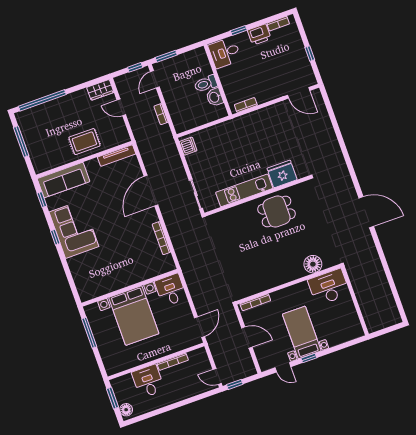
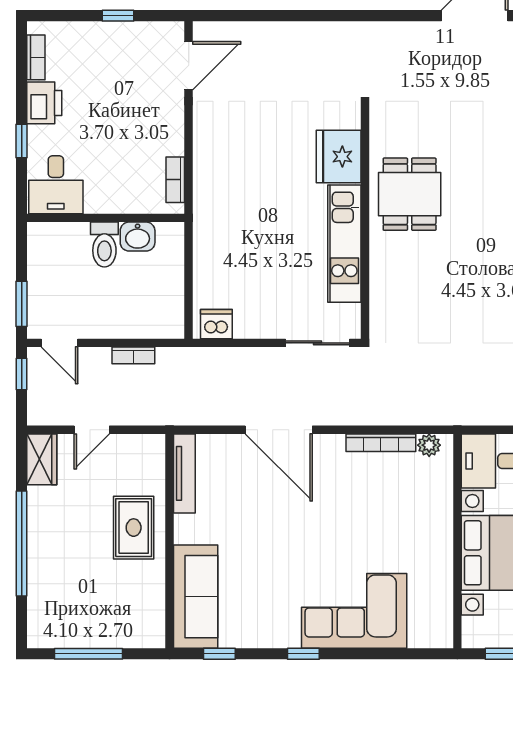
window: (42, 100) -> (22, 543), moved
corner sofa: (74, 229) -> (354, 611), moved
plant: (168, 260) -> (429, 445), added

